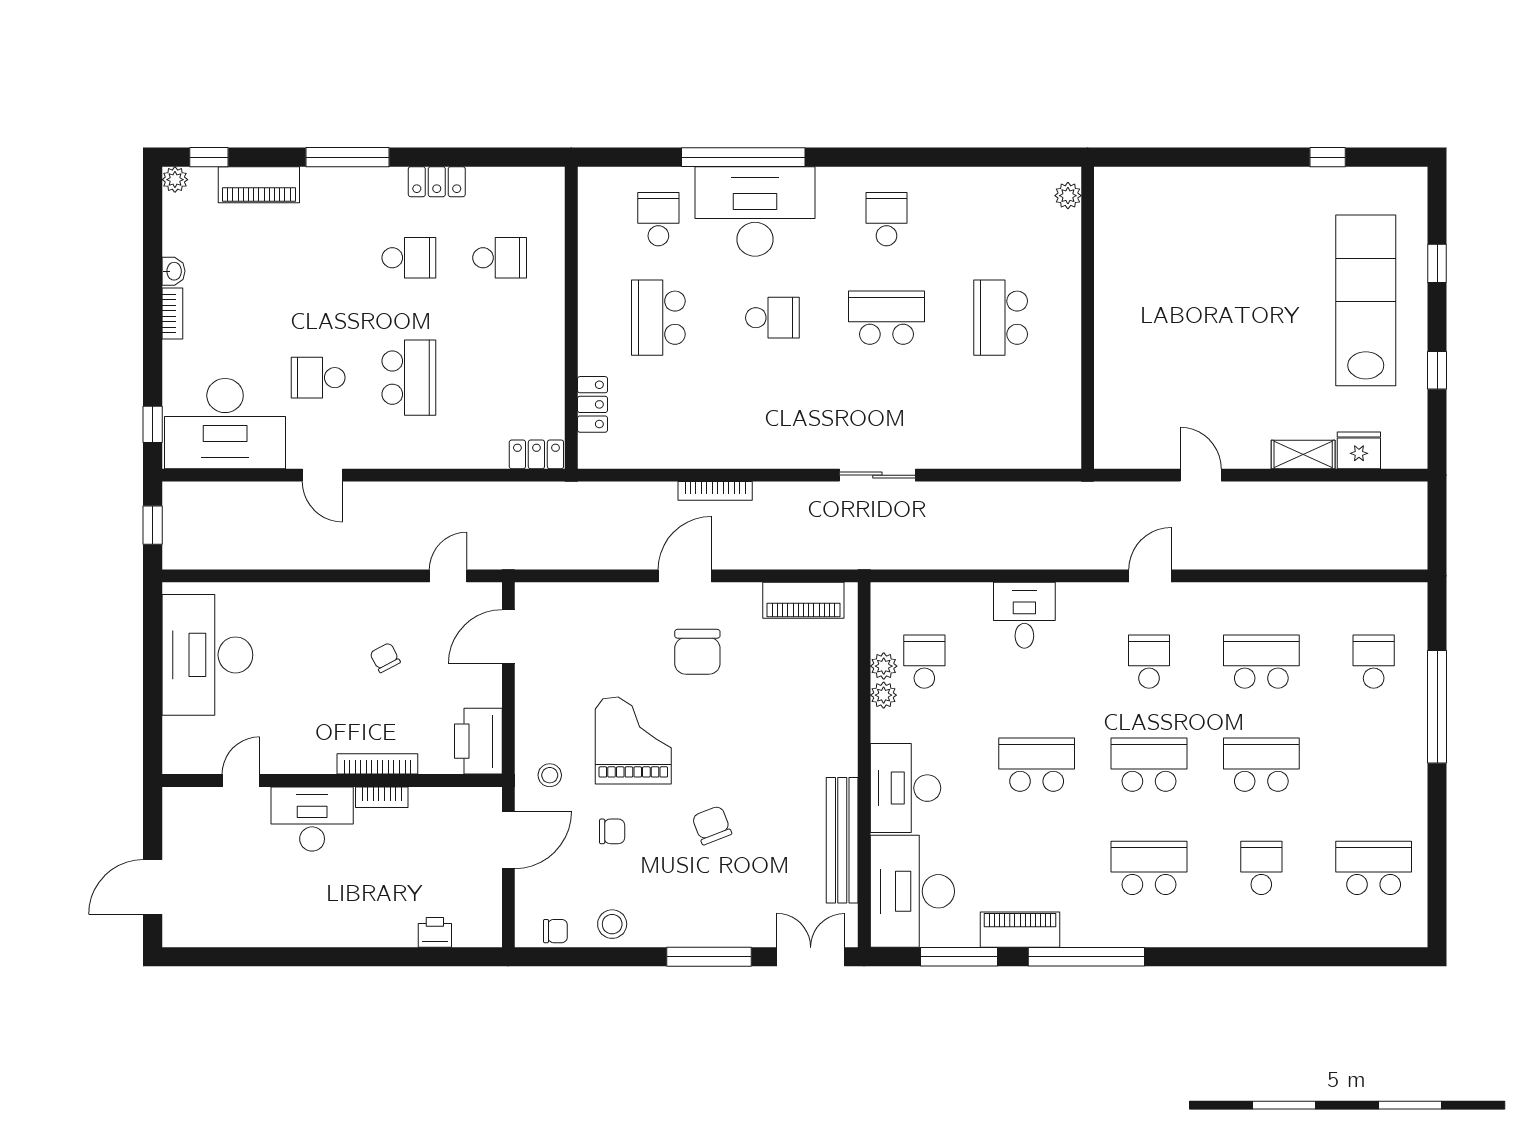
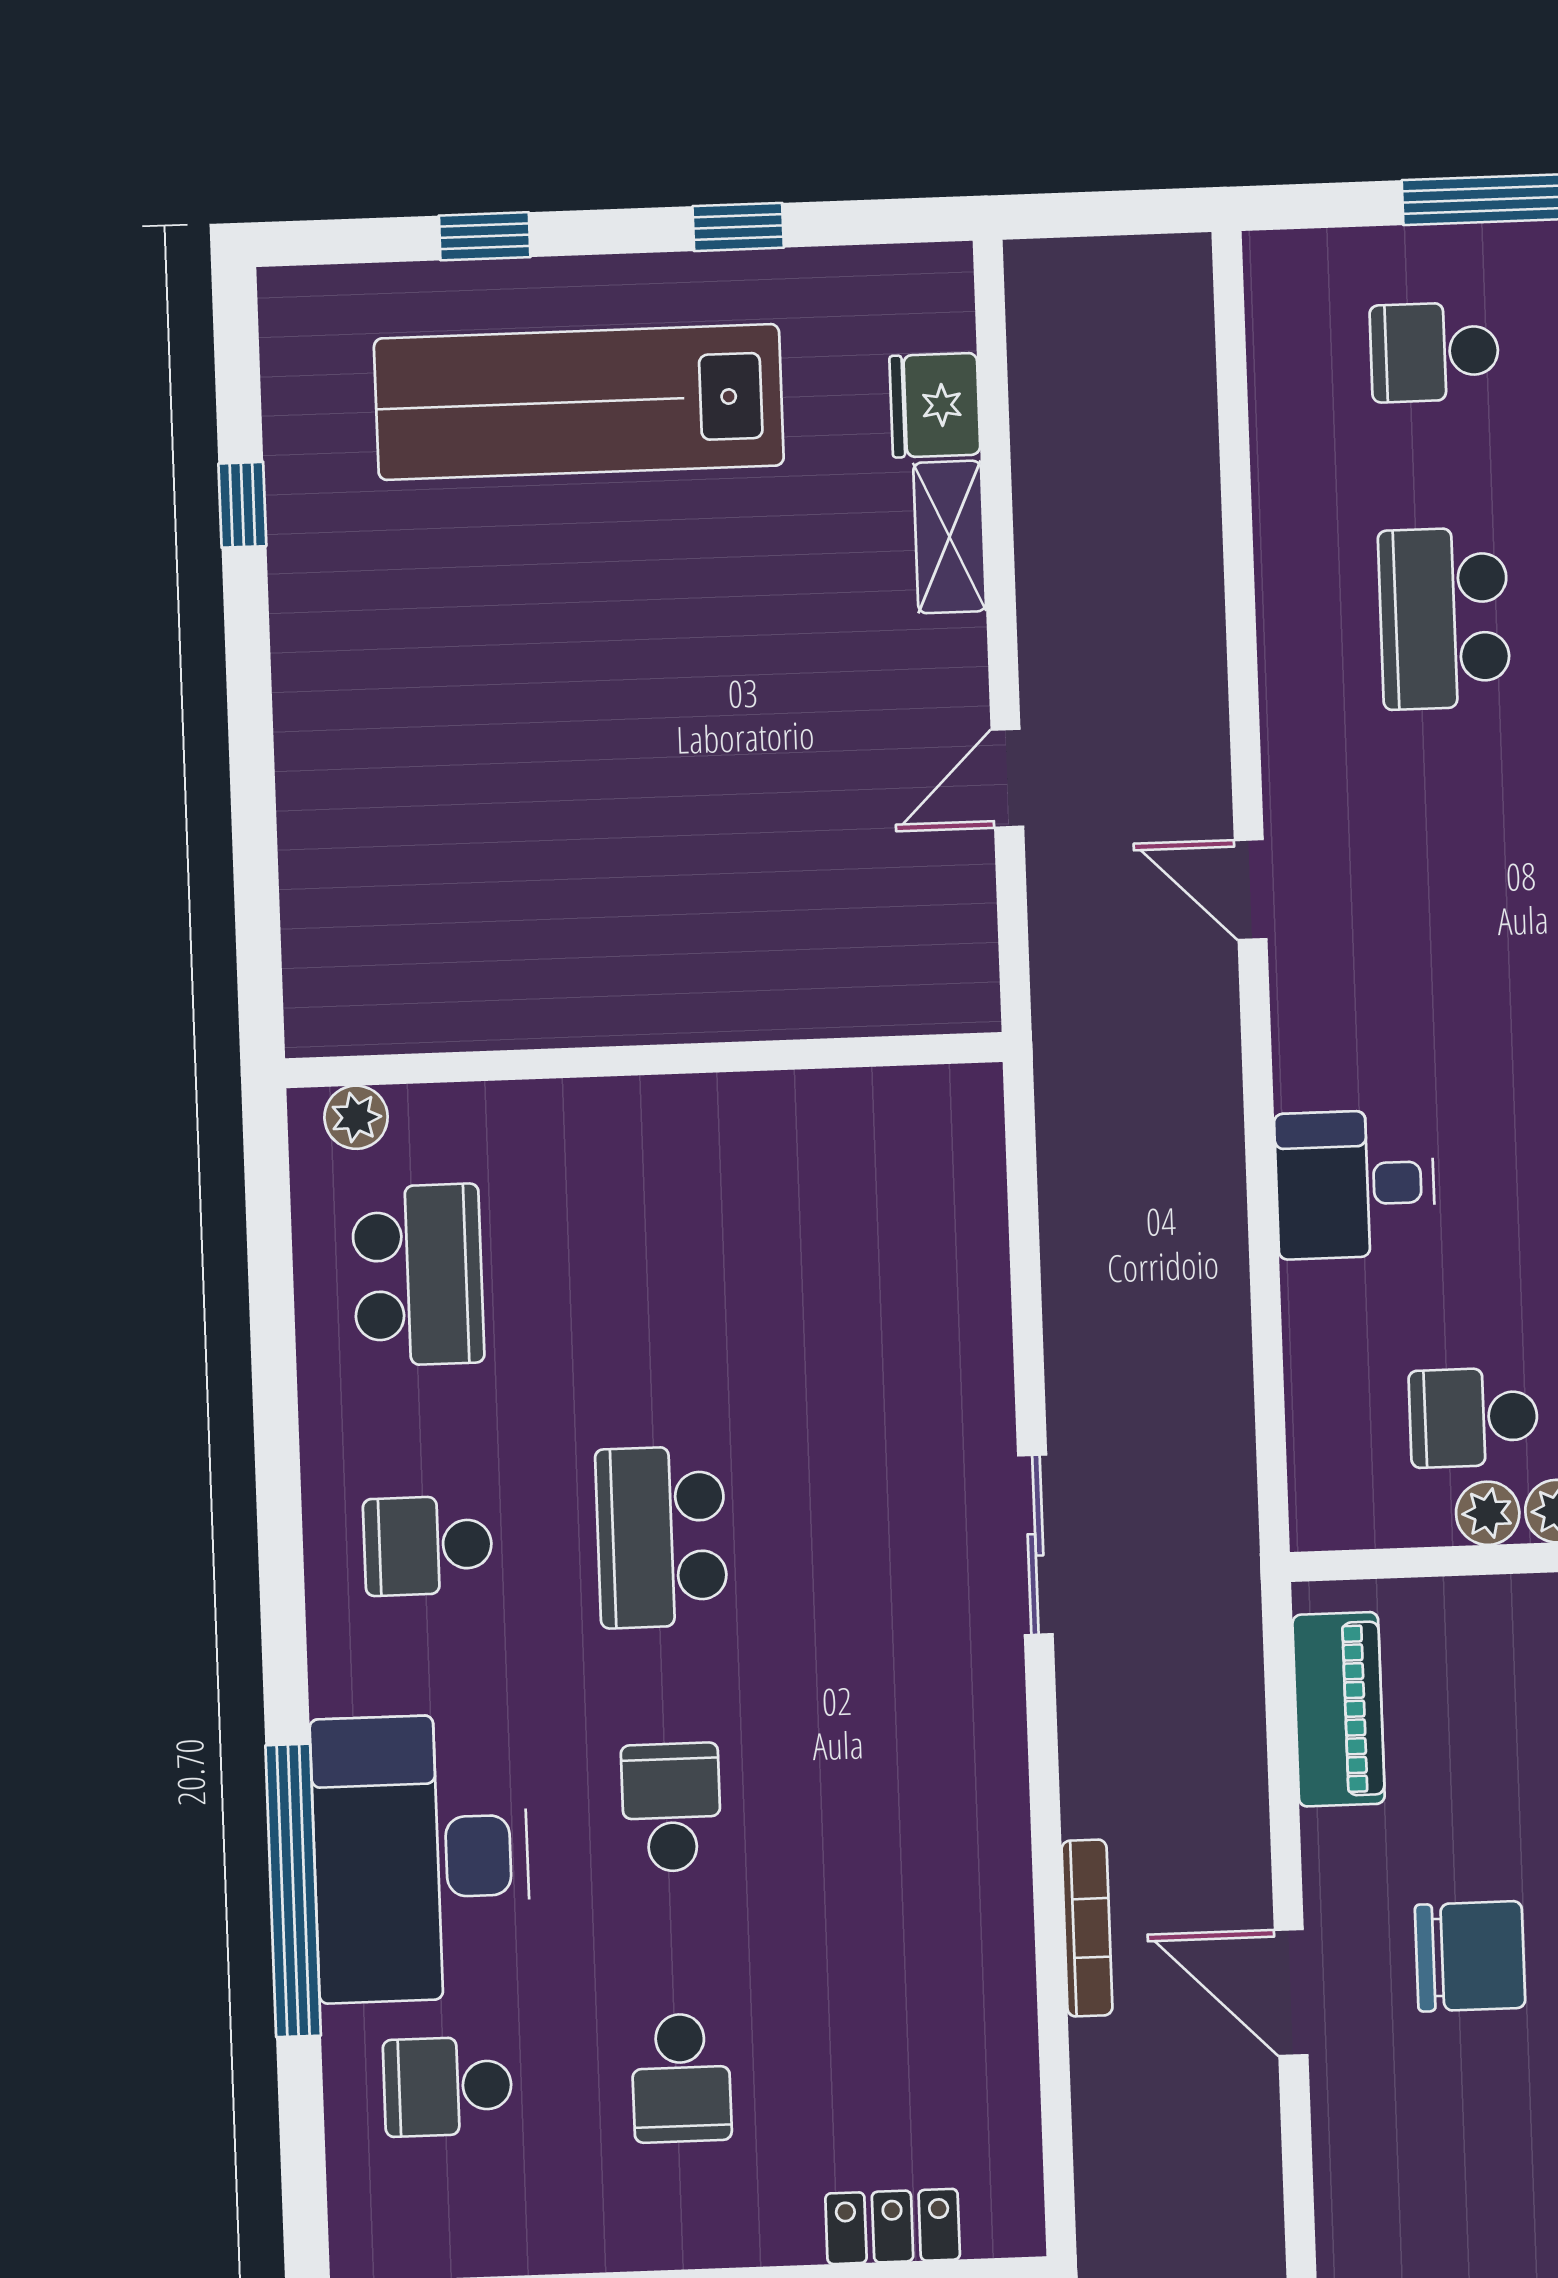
school desk: (658, 318) -> (681, 2078), width x0.54
school desk: (1001, 318) -> (418, 1275), moved, turned -90
school desk: (1149, 662) -> (1454, 885), removed

